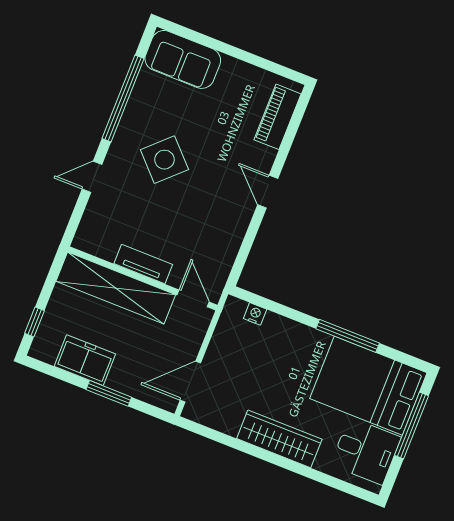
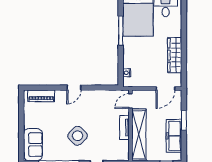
freezer: (85, 360) -> (174, 136), width x1.40
door: (190, 382) -> (166, 88), hinge flipped
wardrobe: (279, 439) -> (175, 55), moved

